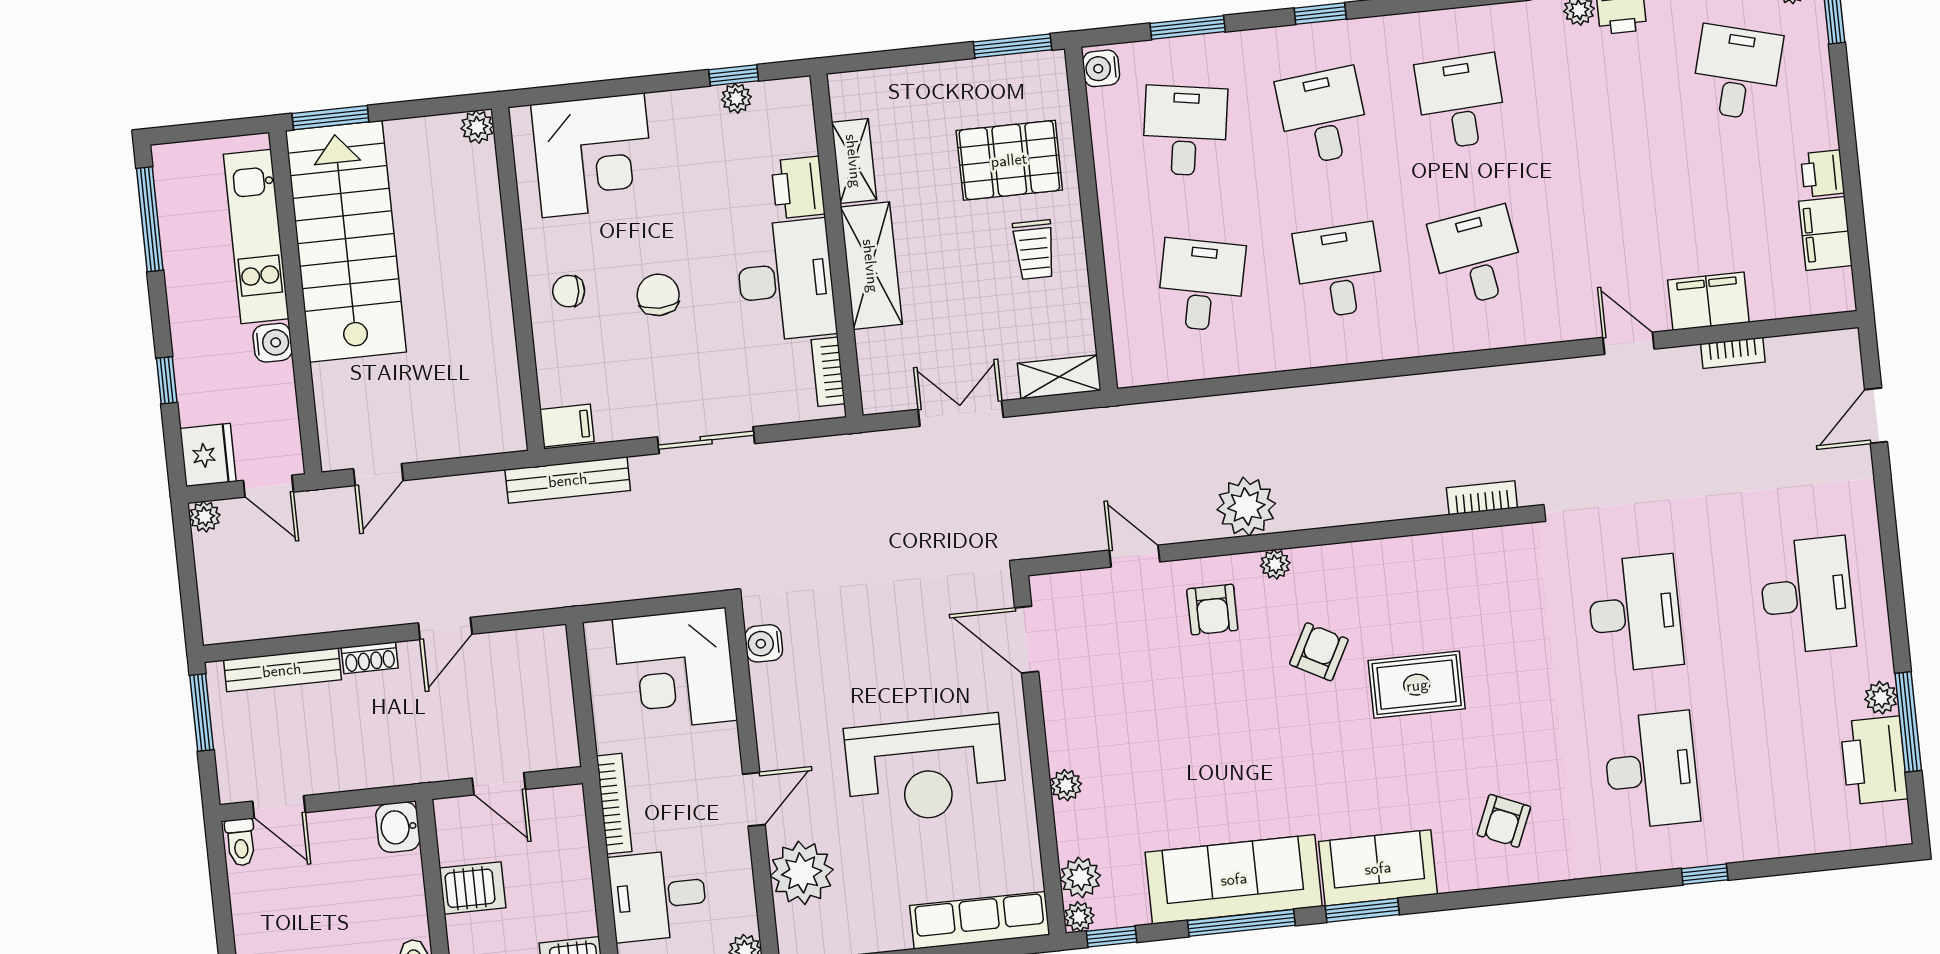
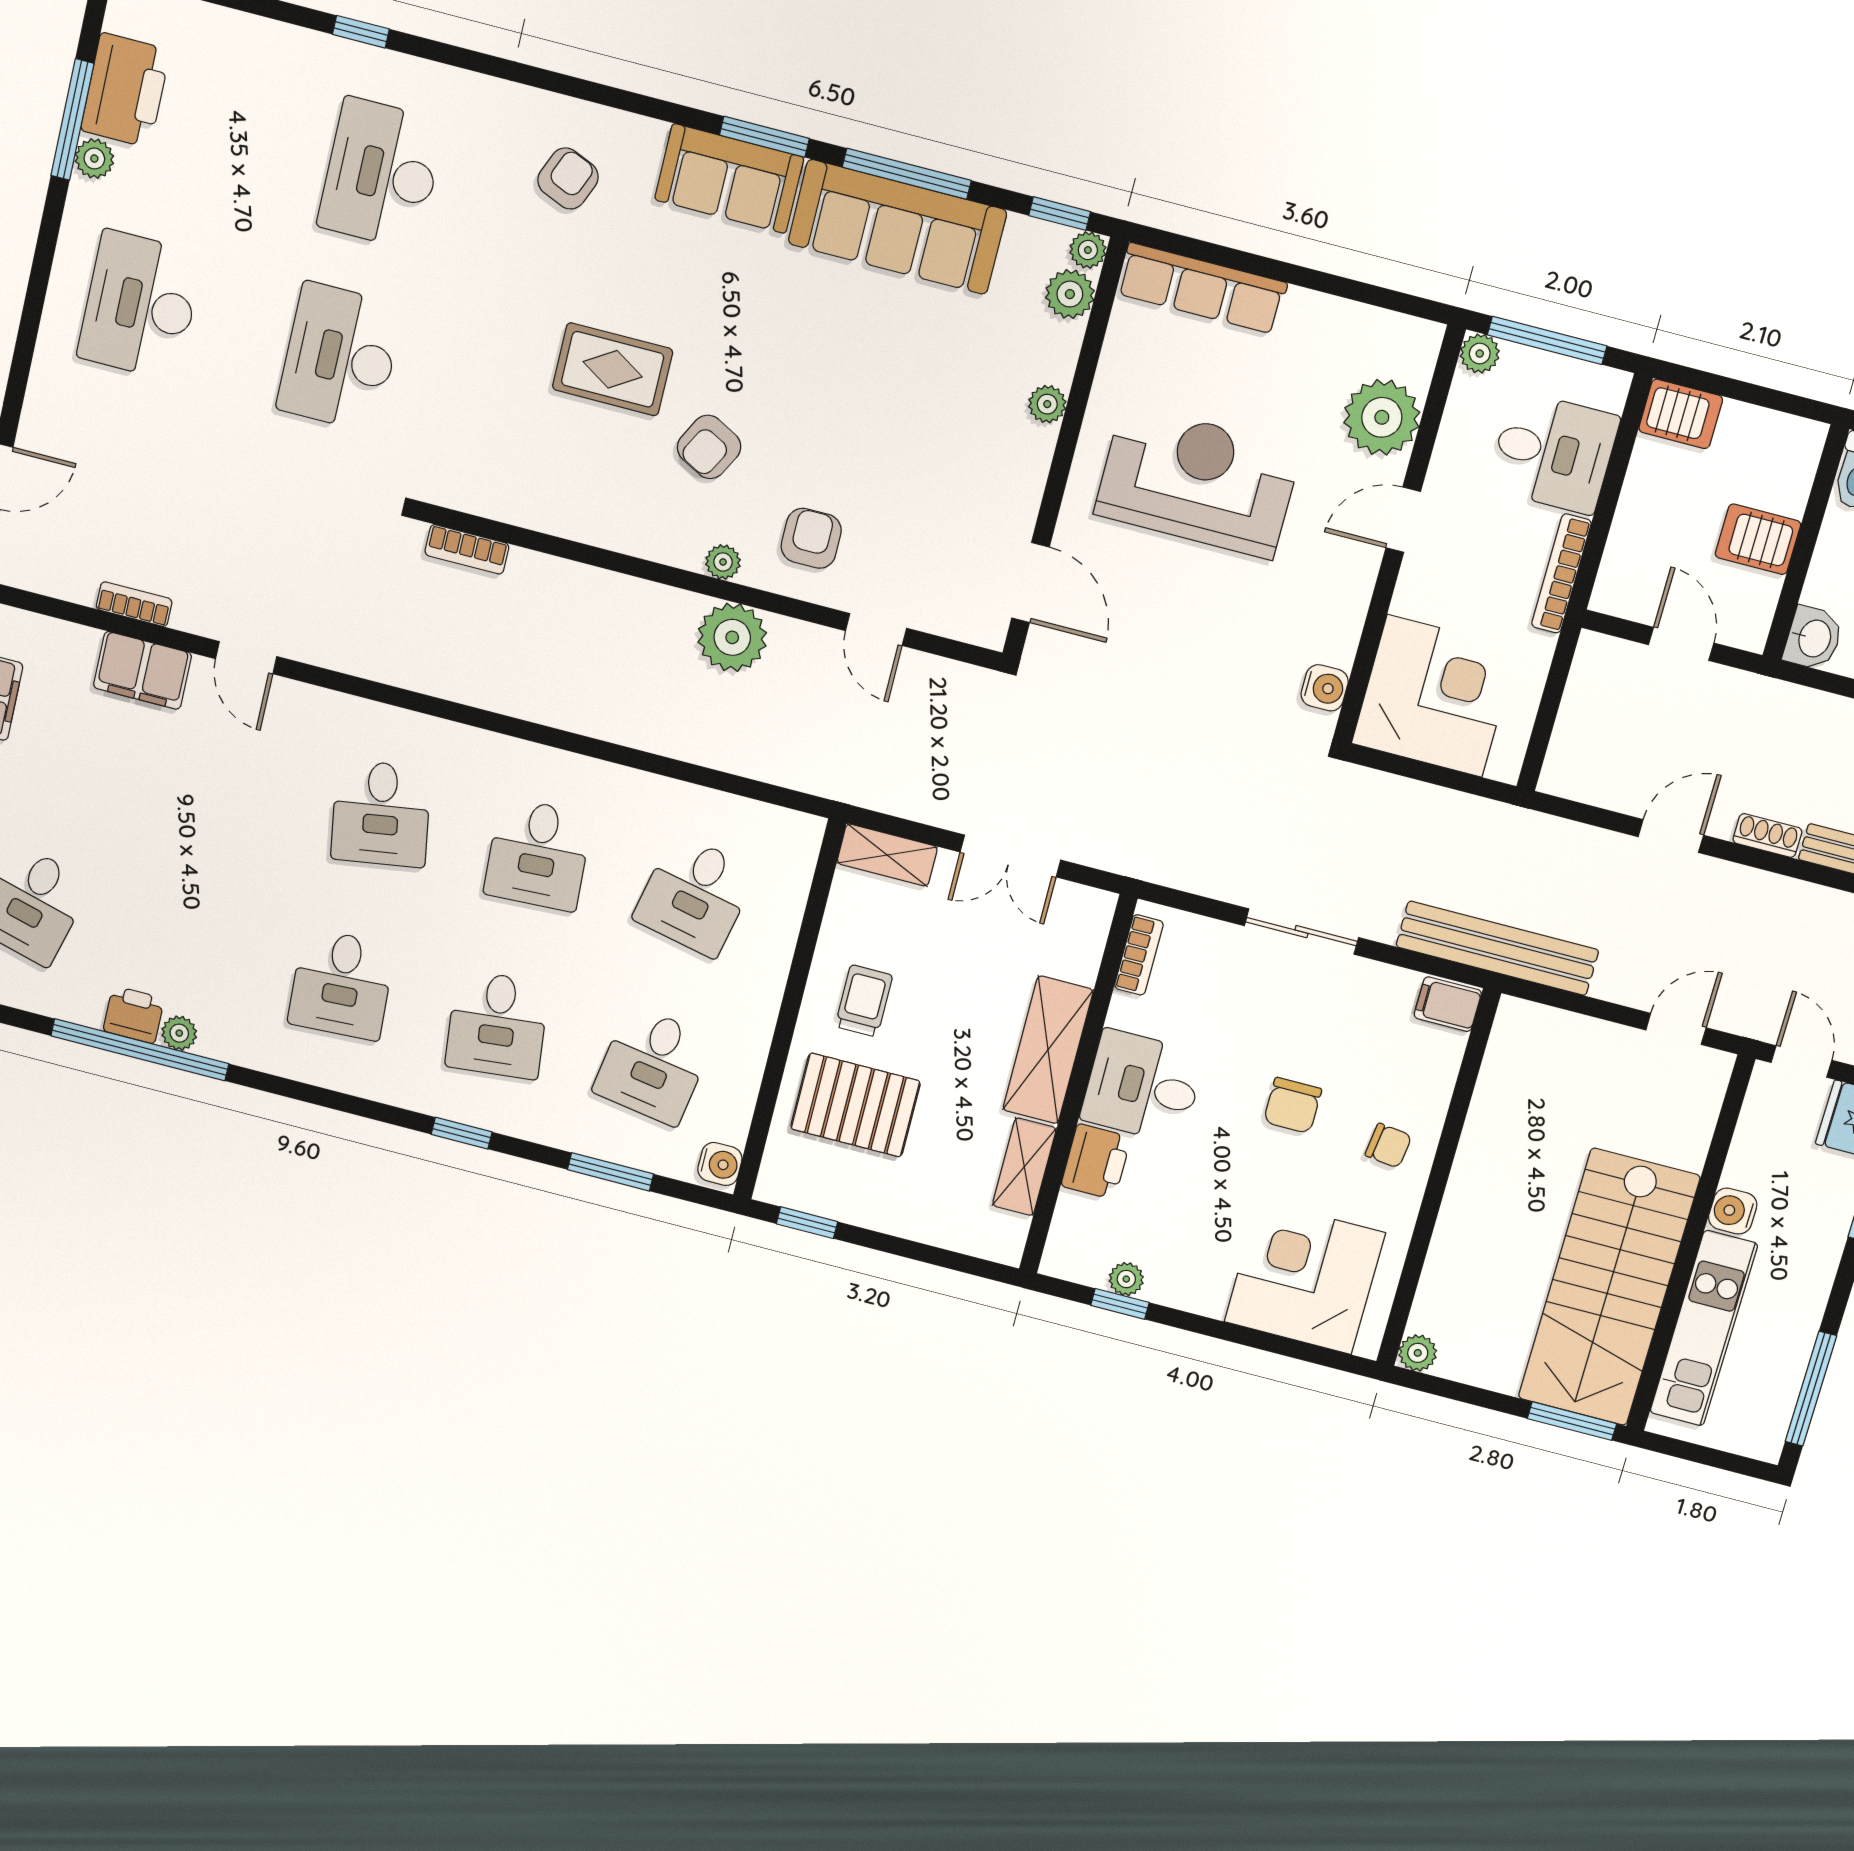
window: (1013, 46) -> (807, 1223), width x0.67
desk: (786, 280) -> (1143, 1086), width x0.73
bench: (568, 480) -> (1497, 948), width x1.37, depth x1.21

